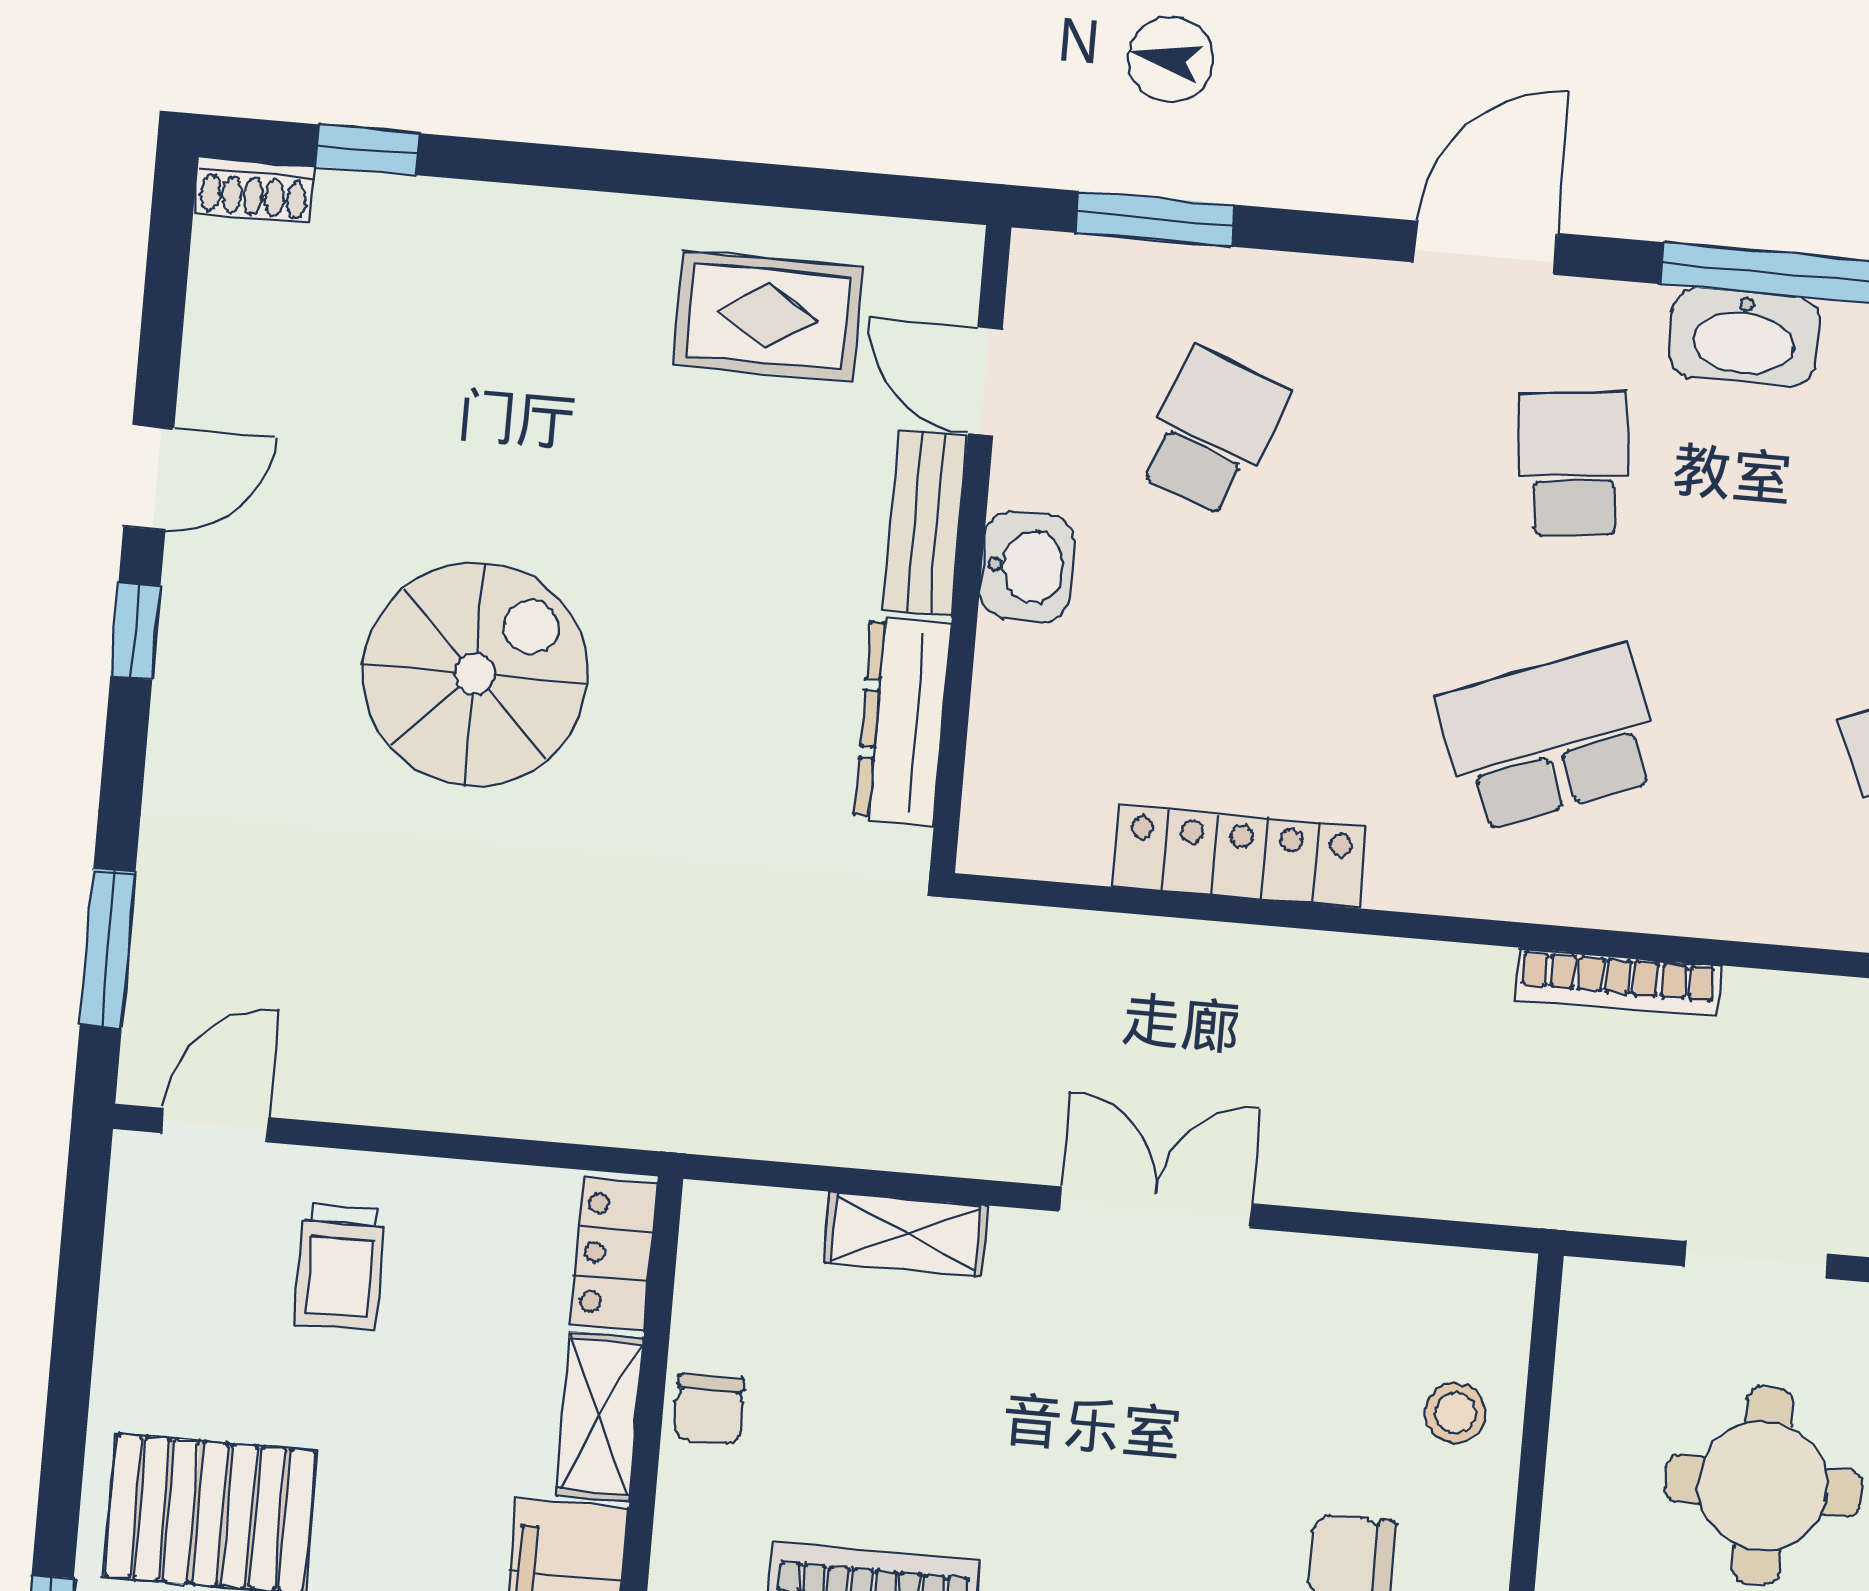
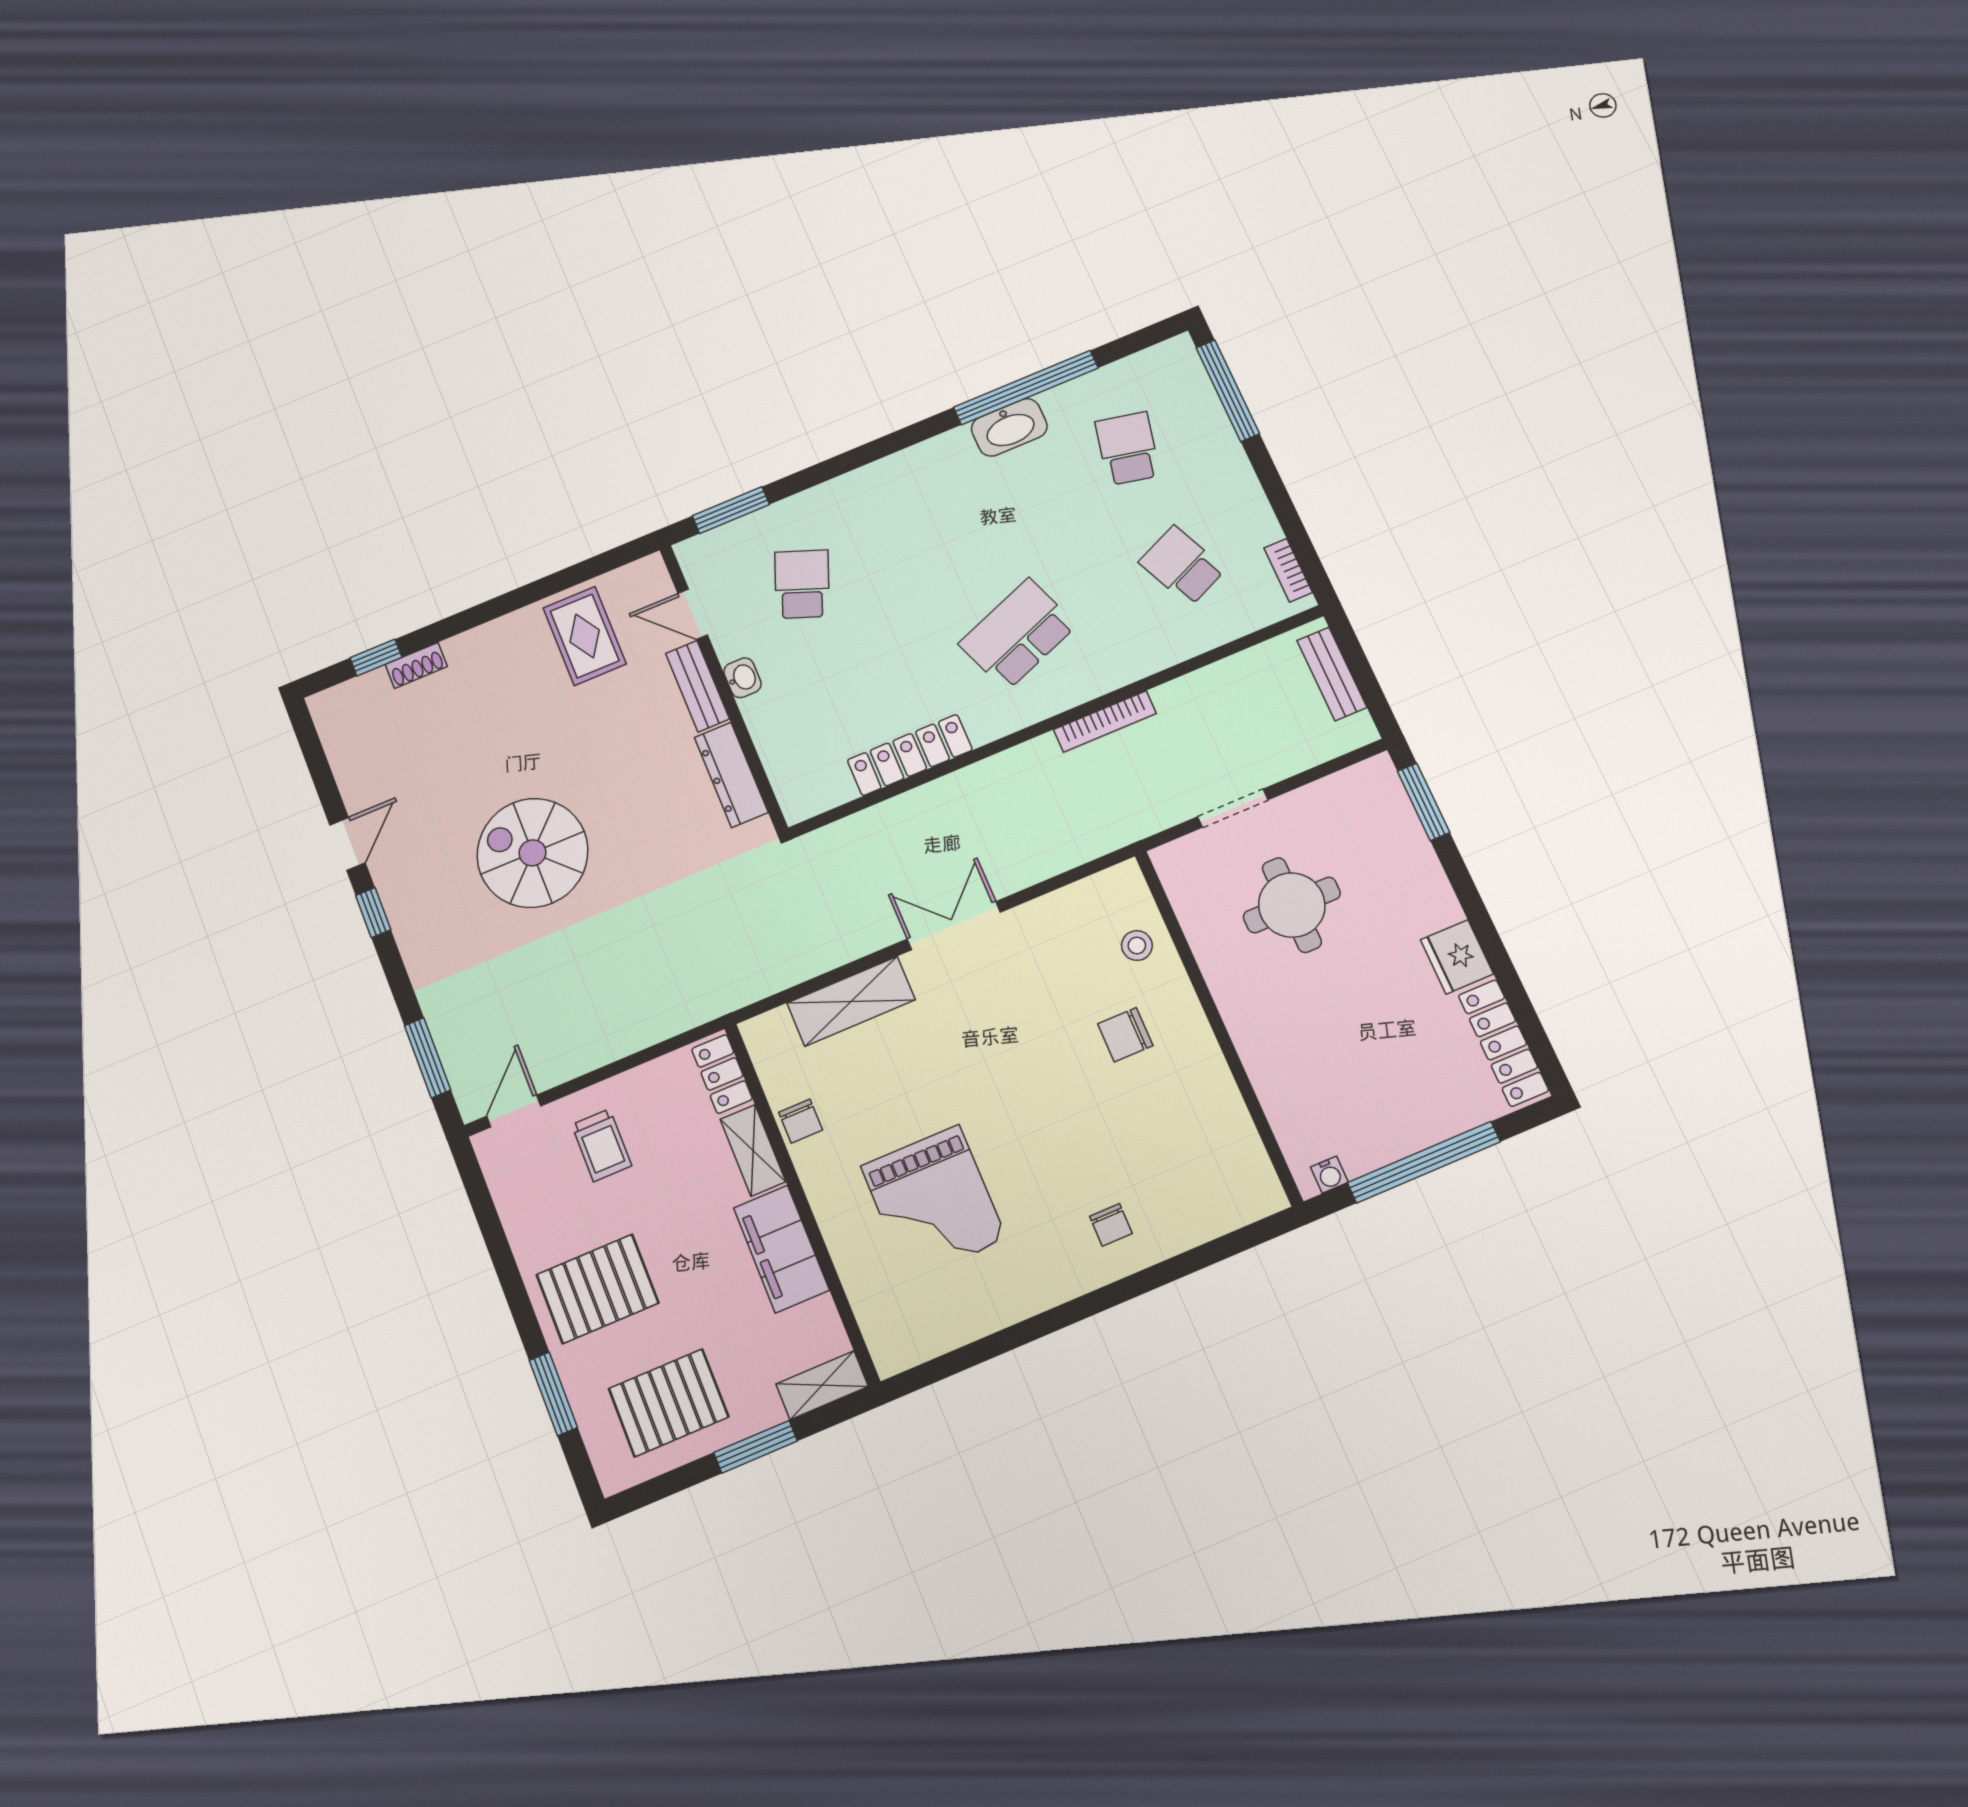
shoe rack: (254, 190) -> (416, 665), moved
door: (1485, 248) -> (879, 449), removed
rug: (768, 316) -> (585, 636), turned 90
school desk: (1574, 464) -> (965, 516), removed
washbasin: (1027, 567) -> (743, 678), width x0.72, depth x0.69
spiral stairs: (475, 674) -> (532, 853), turned -90
shelving: (906, 1234) -> (851, 1001), width x1.50, depth x1.33

